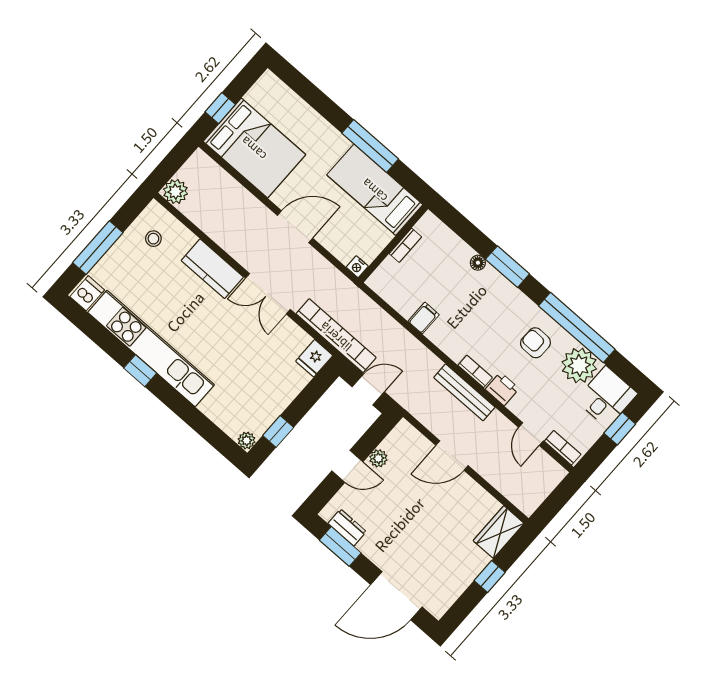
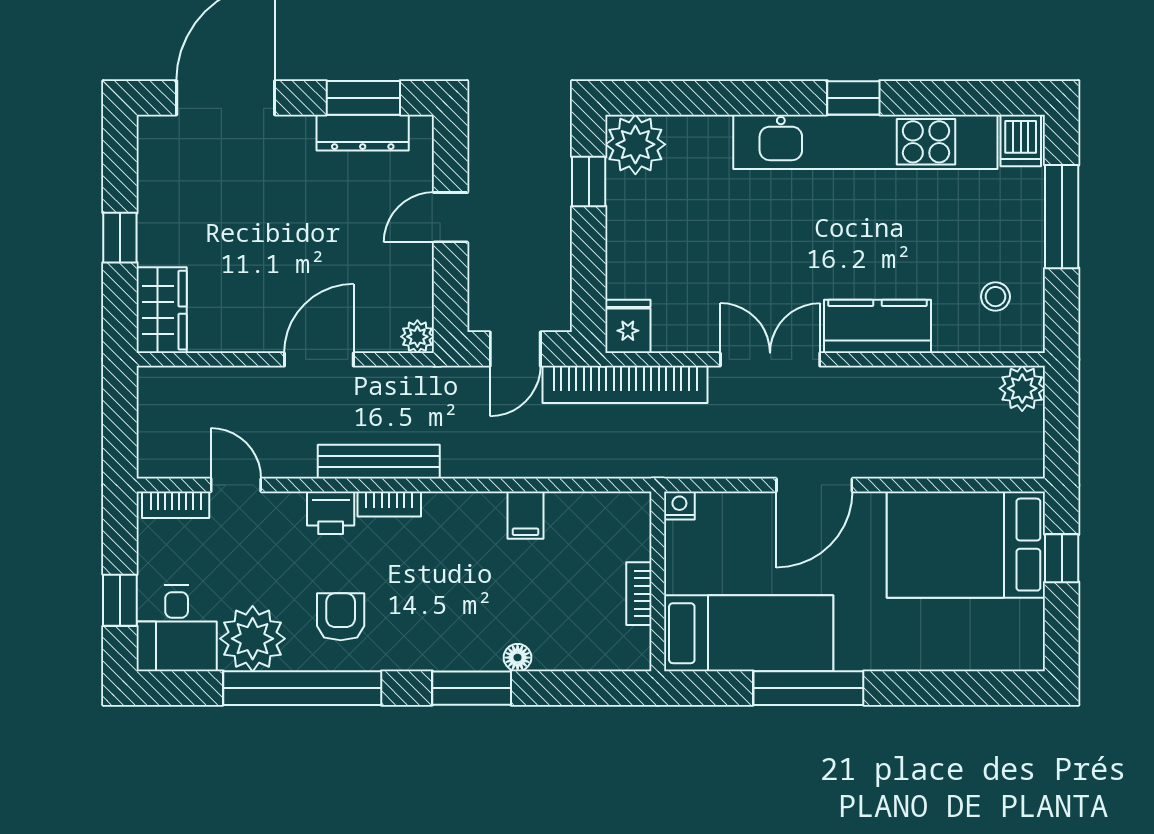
armchair: (535, 343) -> (341, 617), turned -91
plant: (247, 441) -> (635, 144), width x1.88, depth x1.88
plant: (378, 458) -> (417, 337), moved
dresser: (347, 527) -> (363, 133), width x1.44

